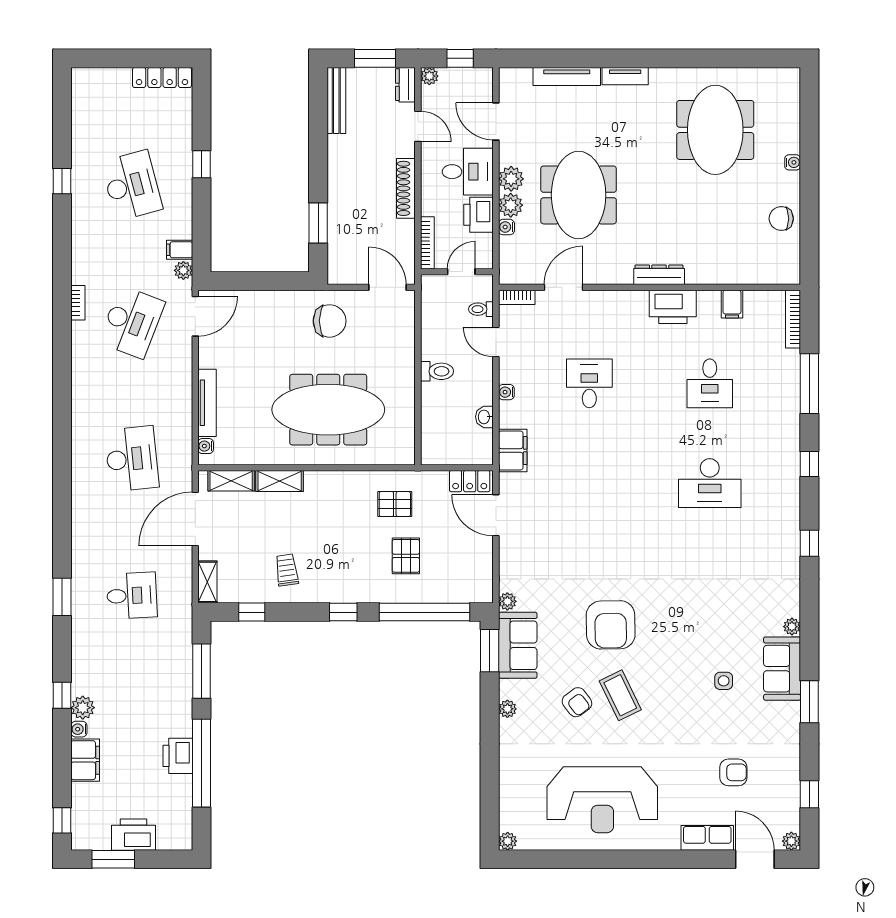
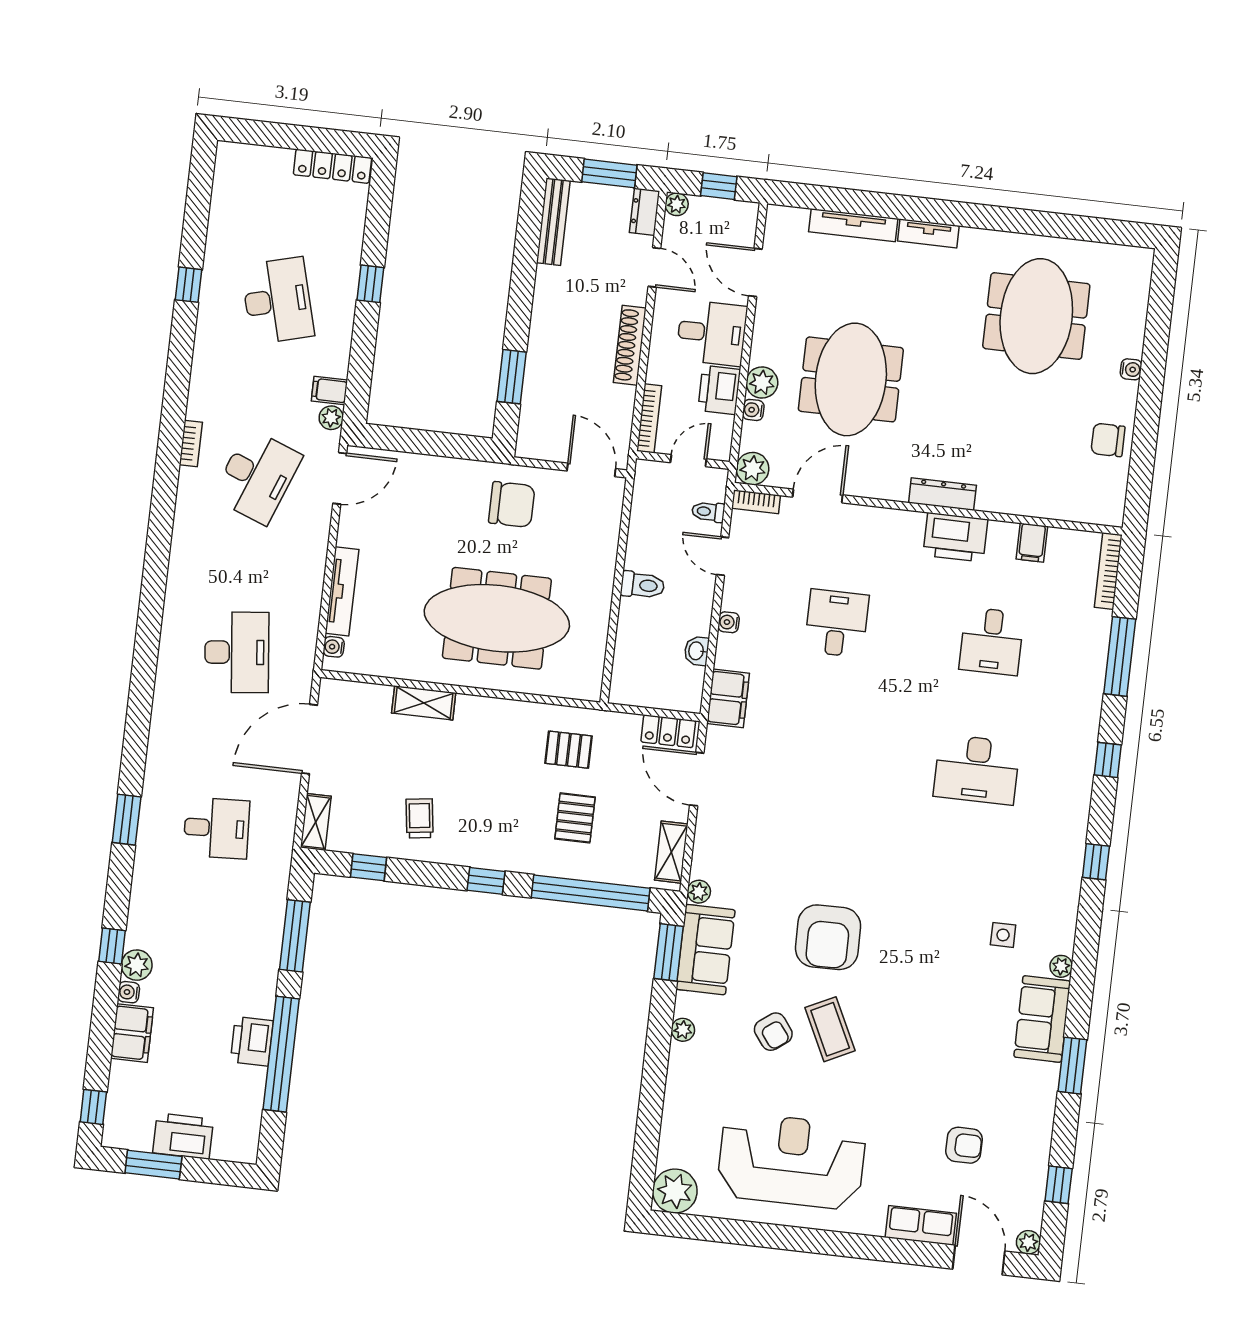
plant: (511, 179) -> (753, 469), moved
shelving: (231, 481) -> (671, 852), moved, turned 90
side table: (724, 681) -> (1003, 935), moved
reception desk: (602, 800) -> (791, 1161), turned 180
plant: (508, 841) -> (675, 1191), width x1.88, depth x1.88

